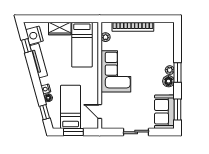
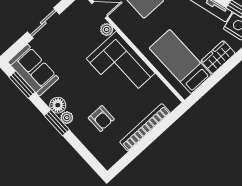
plant: (106, 37) -> (107, 30), moved
armchair: (152, 53) -> (101, 119), added

